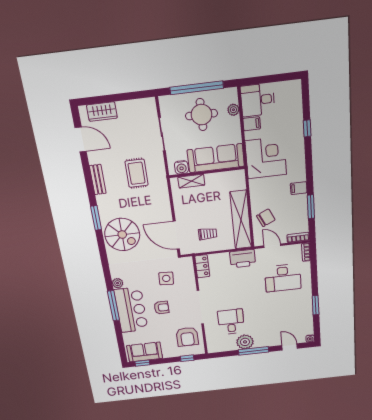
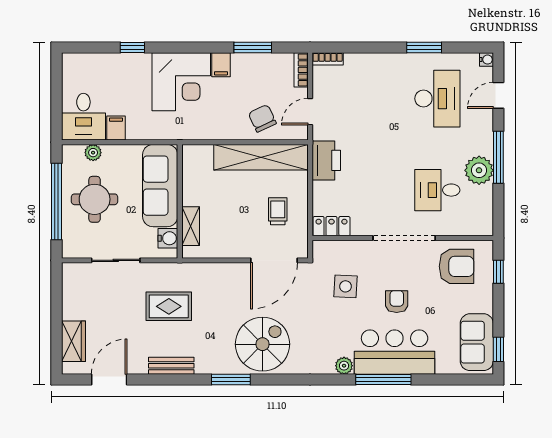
corner desk: (266, 158) -> (181, 82), moved, turned 180
desk: (283, 278) -> (437, 99), moved

